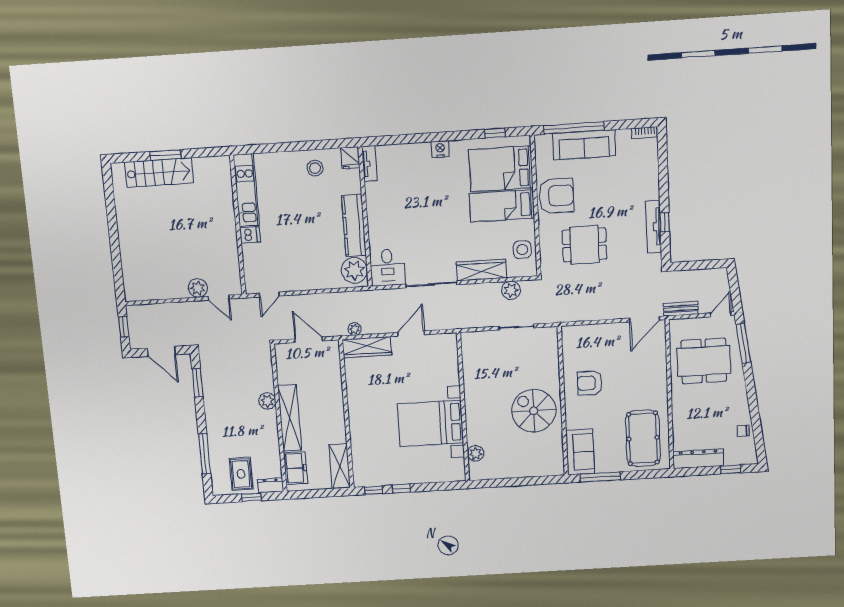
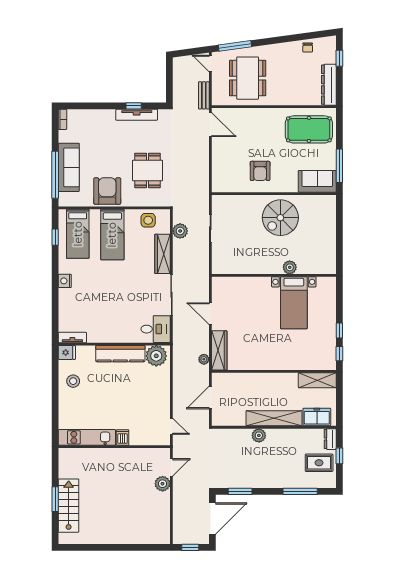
bed: (501, 169) -> (78, 234), width x0.67
door: (161, 351) -> (212, 519), width x1.36
bed with nightstands: (431, 423) -> (294, 303), width x0.73
plant: (476, 453) -> (290, 267), moved

